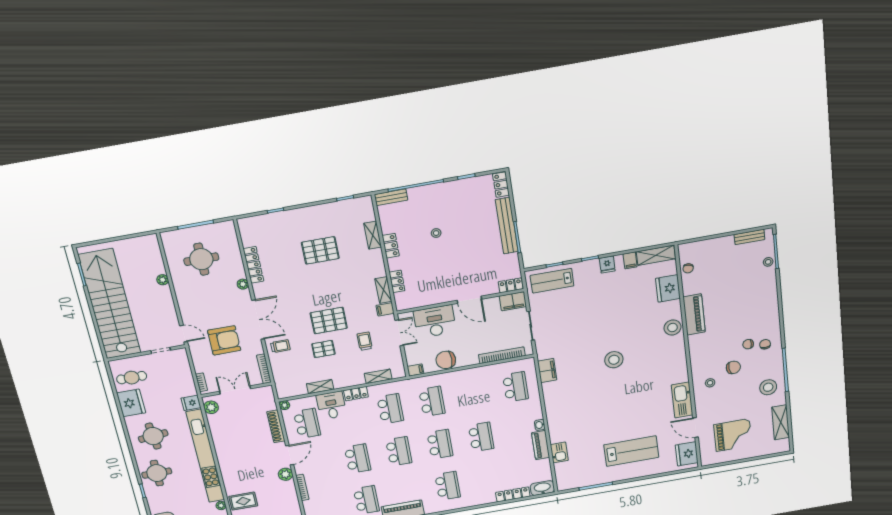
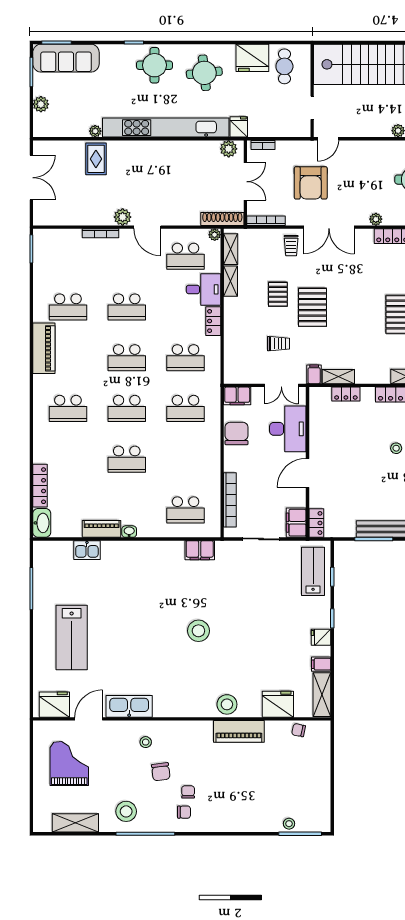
bench: (749, 237) -> (324, 804), removed
filing cabinet: (415, 370) -> (237, 396), width x2.00
shelving: (378, 376) -> (231, 249), moved
shoe rack: (276, 426) -> (222, 219), moved
grand piano: (733, 435) -> (69, 763), turned 180

